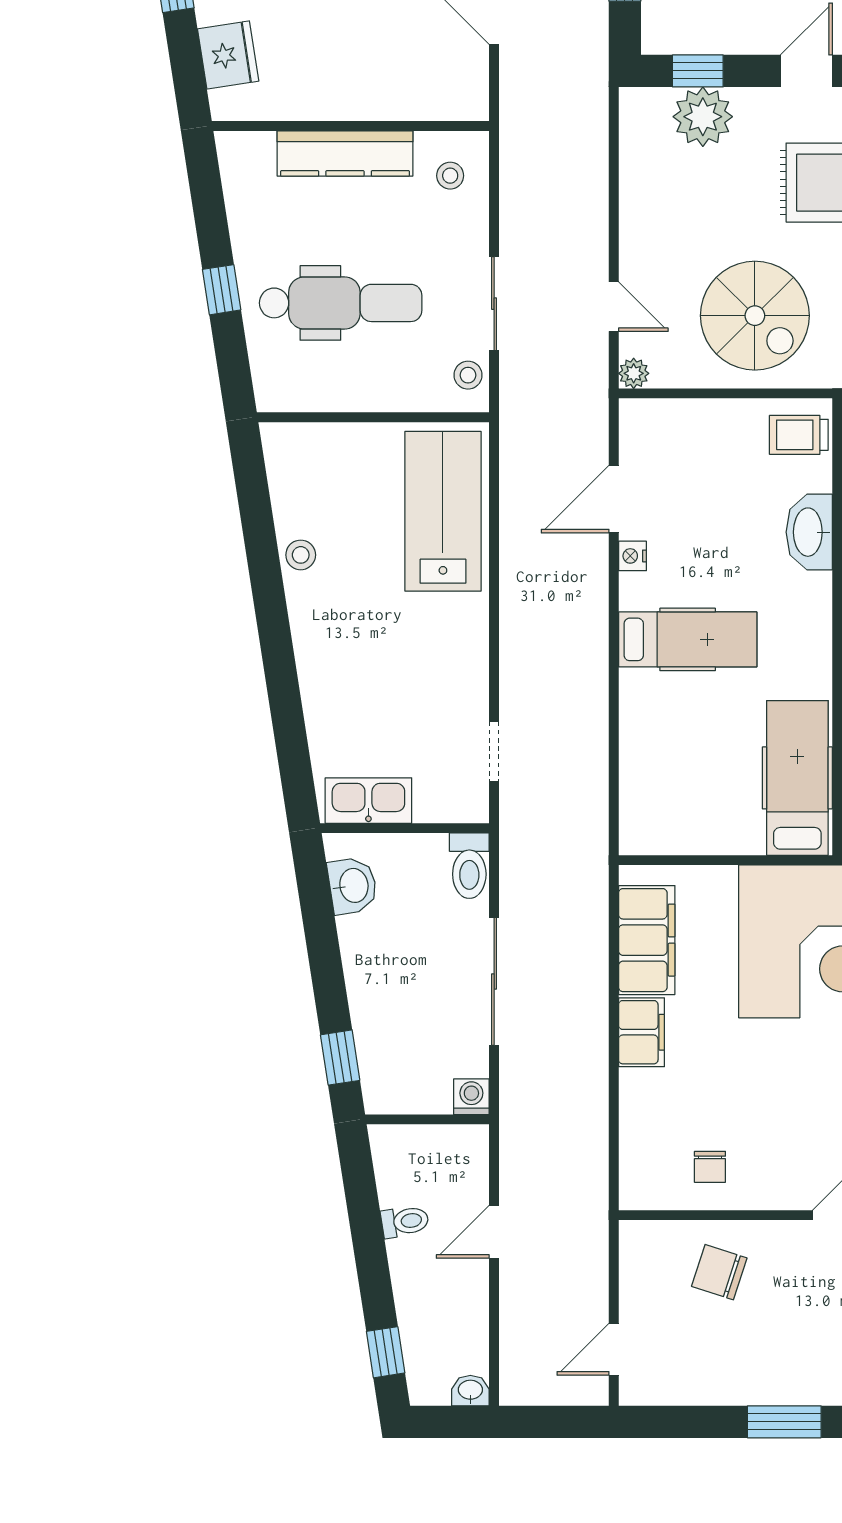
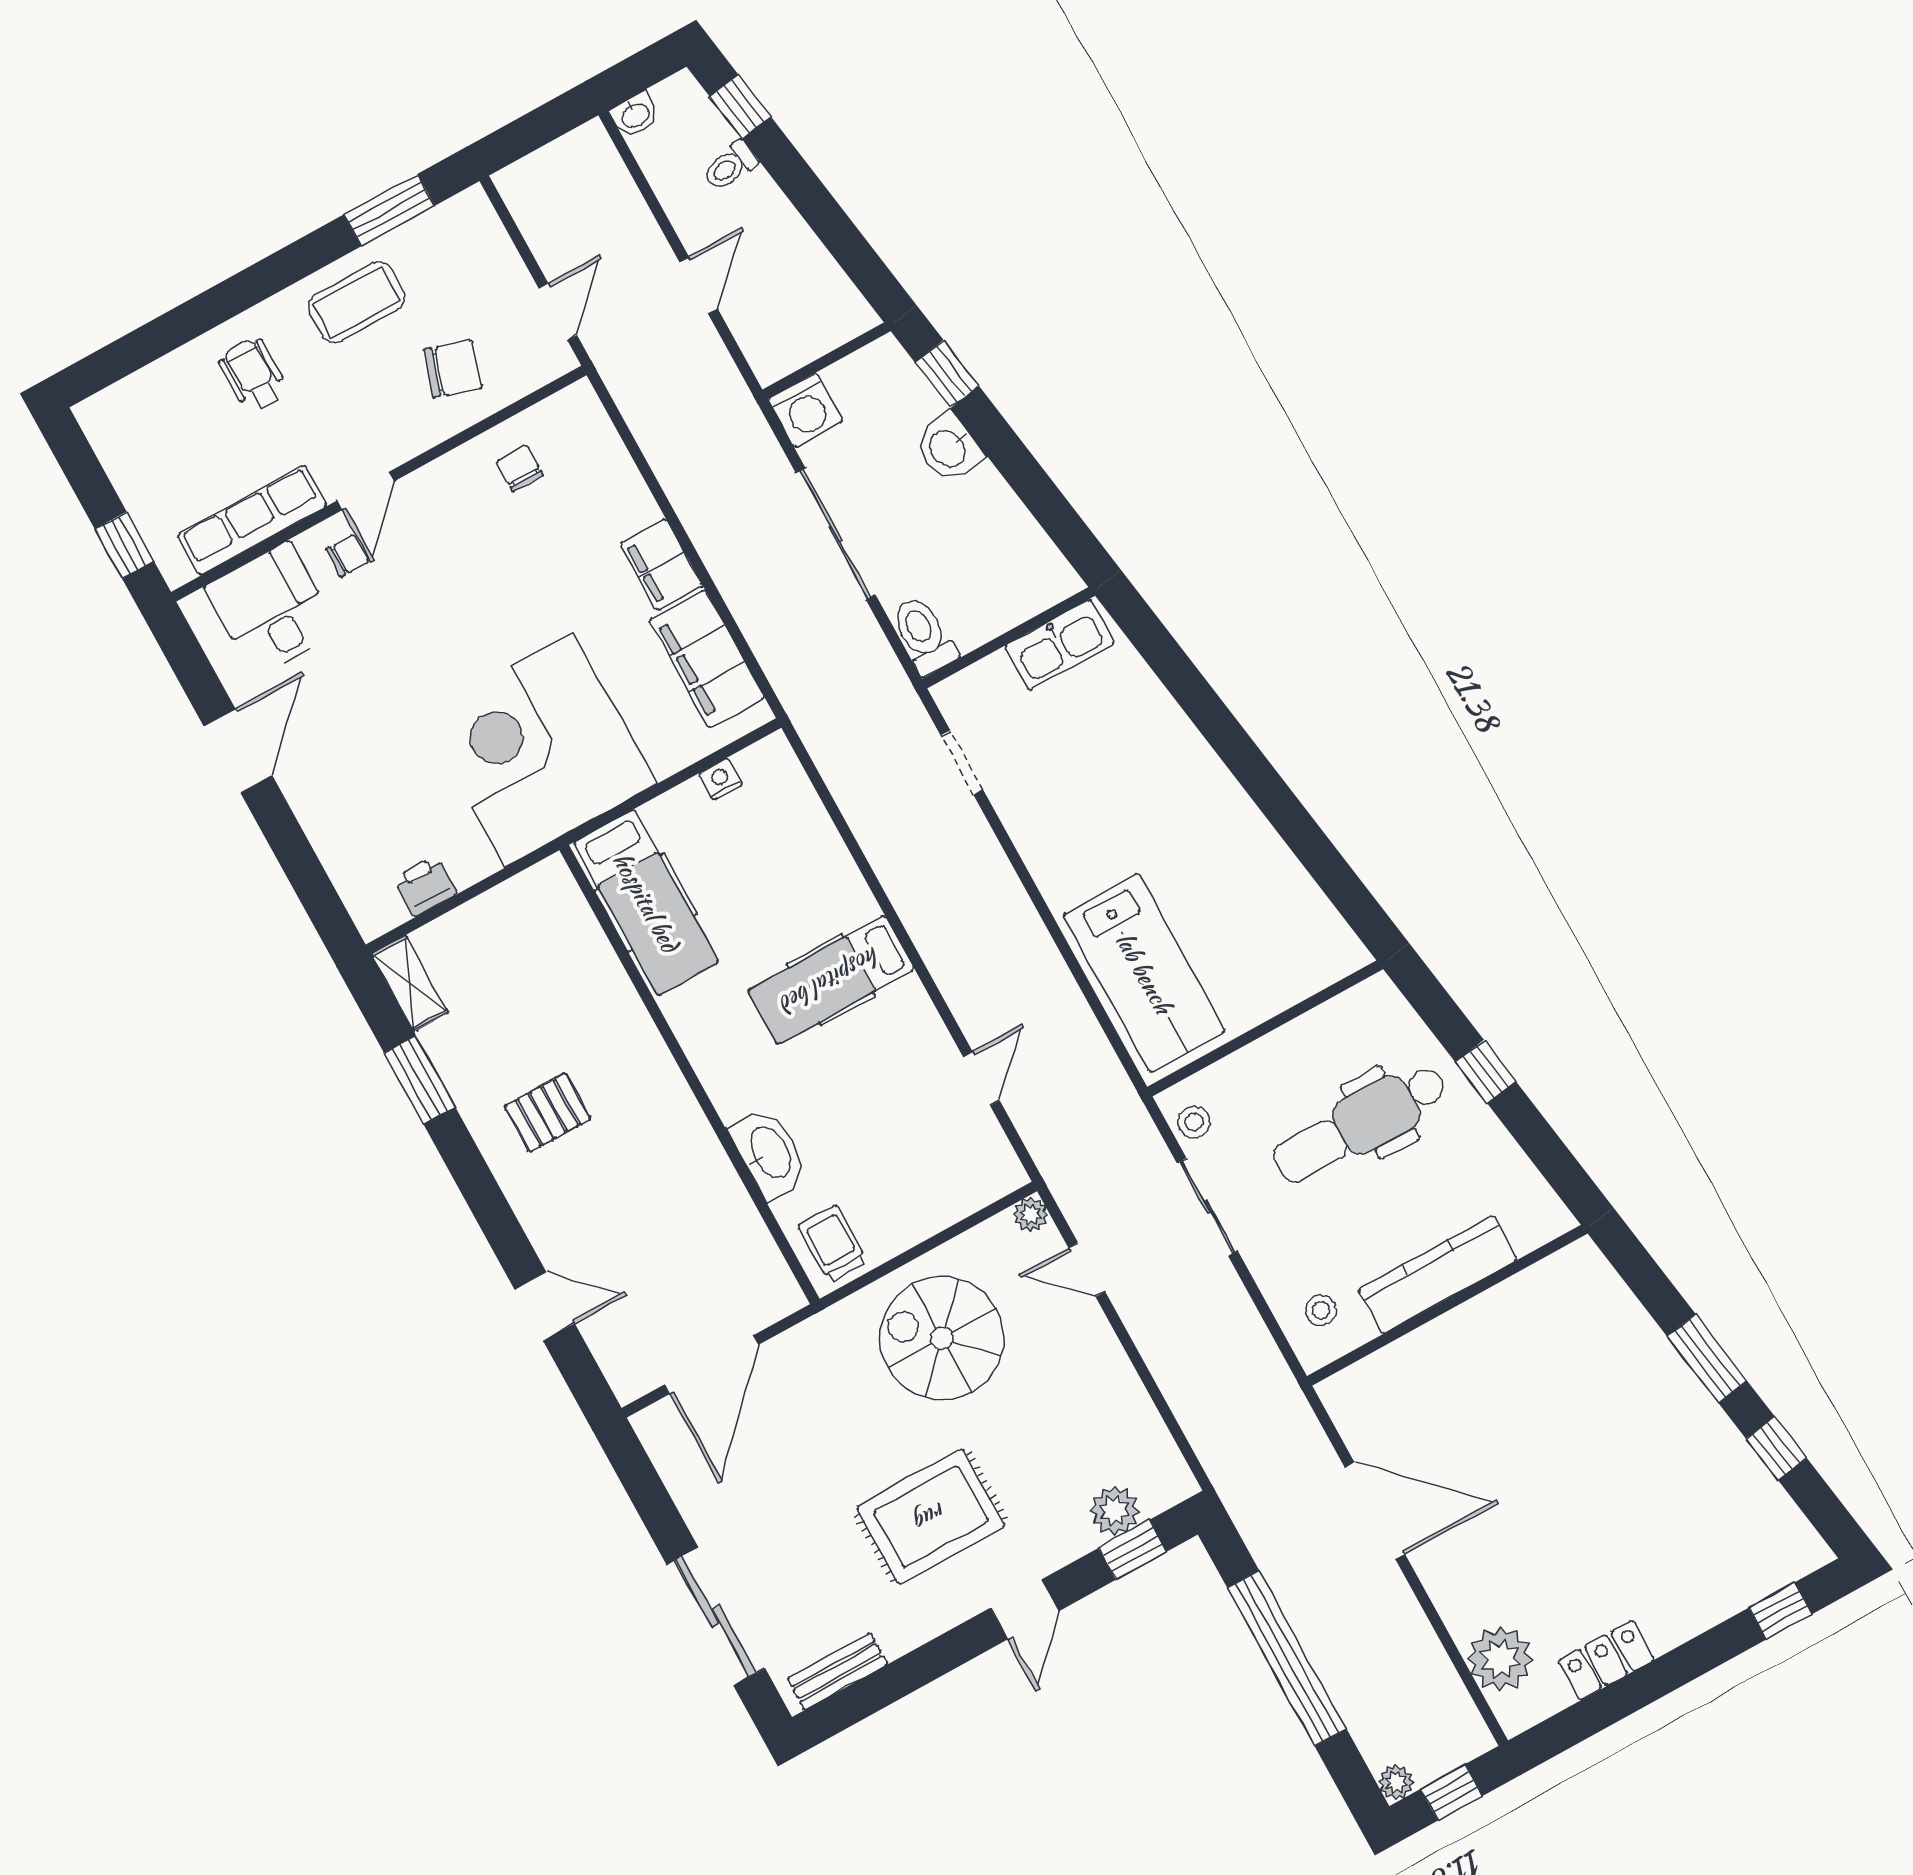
fridge: (228, 55) -> (1608, 1308), removed
plant: (703, 117) -> (1115, 1511), width x0.73, depth x0.73
trolley: (799, 435) -> (833, 1244), turned -90
door: (614, 499) -> (981, 1079), width x0.73
stool: (301, 555) -> (1262, 852), removed
nightstand: (632, 556) -> (721, 779), moved, turned -90
washbasin: (353, 886) -> (948, 448), moved
washing machine: (471, 1097) -> (805, 410), width x1.38, depth x1.38
toilet: (405, 1221) -> (730, 166), moved
door: (614, 1349) -> (558, 312), moved
coffee table: (765, 1365) -> (357, 302), added
window: (784, 1422) -> (389, 210), moved

